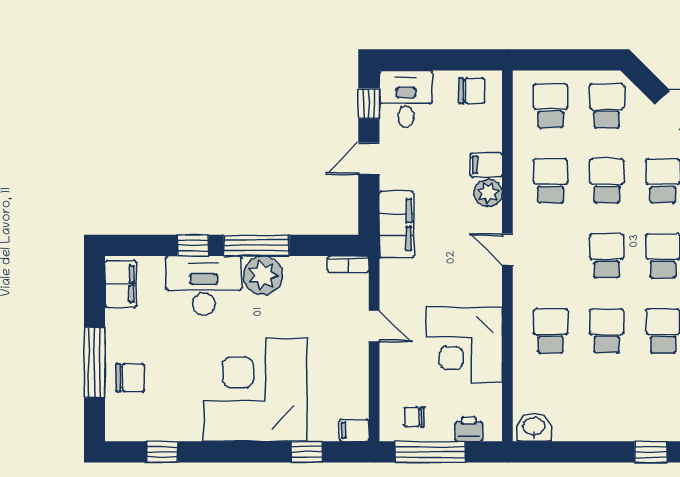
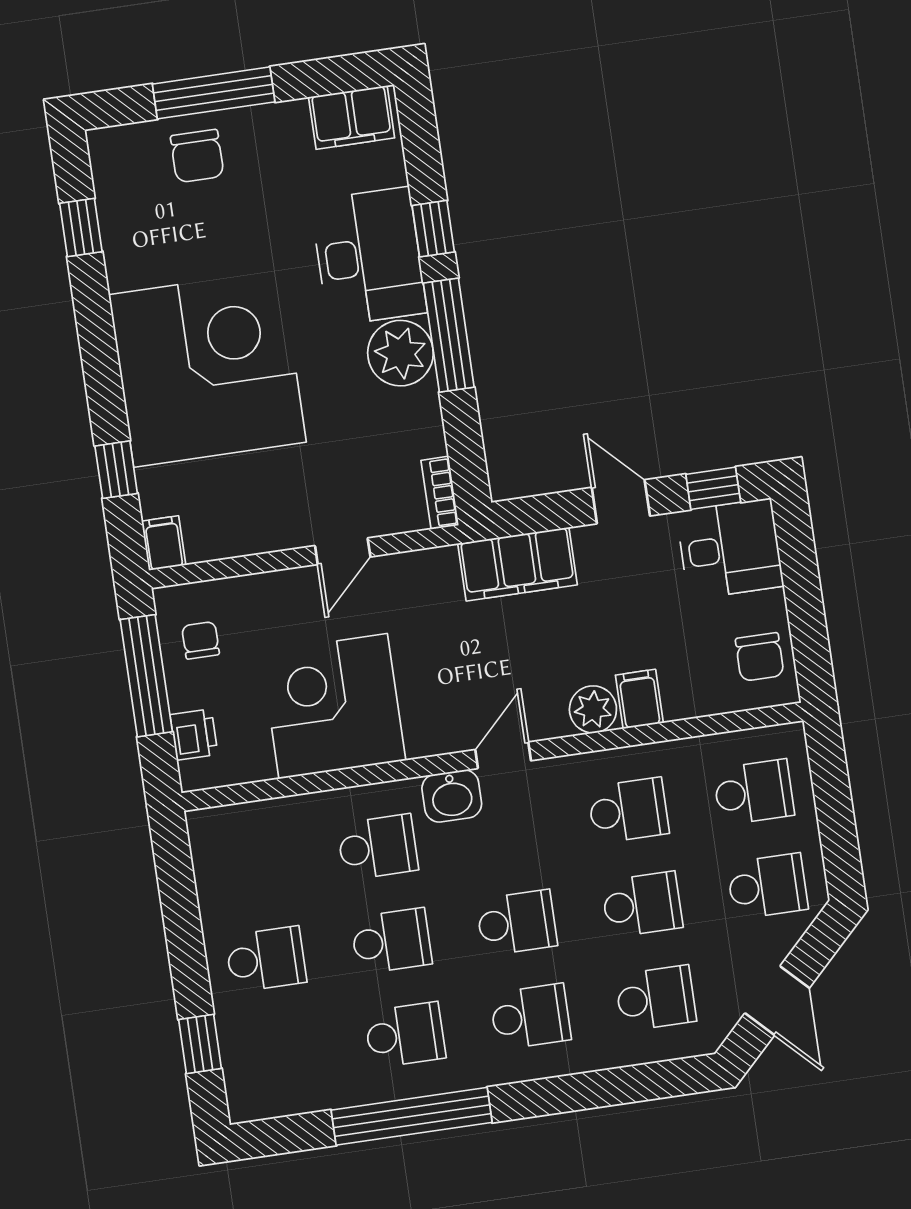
school desk: (607, 406) -> (266, 959), added
washbasin: (534, 427) -> (452, 796), moved, turned 90

